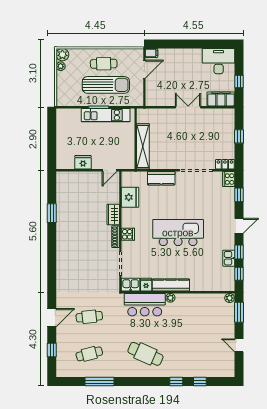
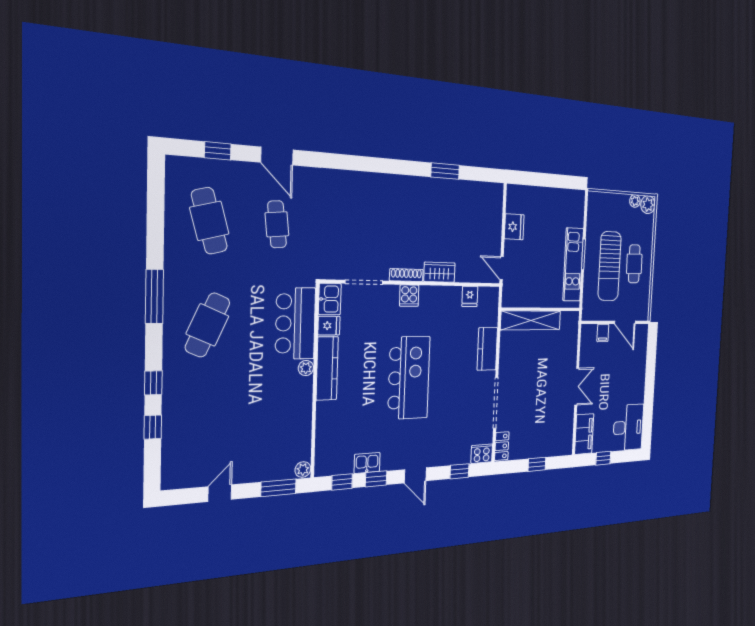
filing cabinet: (152, 53) -> (603, 333), moved
fridge: (130, 197) -> (470, 296), width x0.53, depth x0.75
cafe table: (89, 354) -> (209, 221), width x1.37, depth x1.35
window: (100, 382) -> (154, 297), moved

